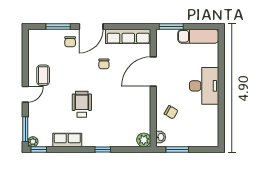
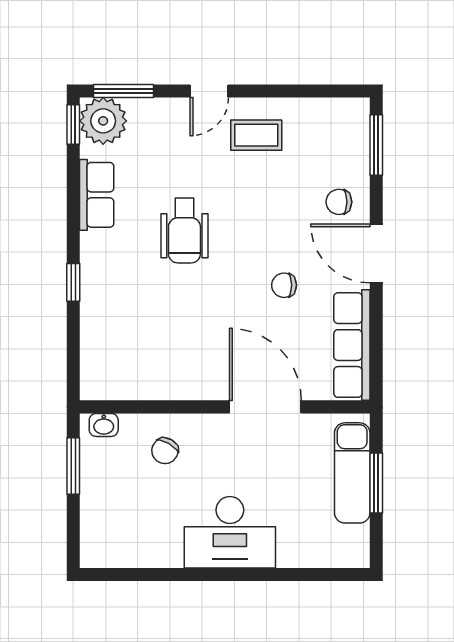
window: (58, 27) -> (376, 145), moved
window: (171, 27) -> (376, 483), moved
exam couch: (198, 36) -> (352, 473), moved
door: (25, 94) -> (209, 91), hinge flipped
wheelchair: (82, 104) -> (184, 231), turned 90
plant: (144, 140) -> (97, 383), removed
plant: (33, 142) -> (103, 121), width x1.87, depth x1.87

